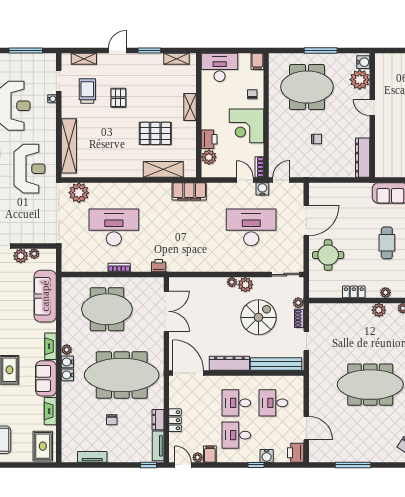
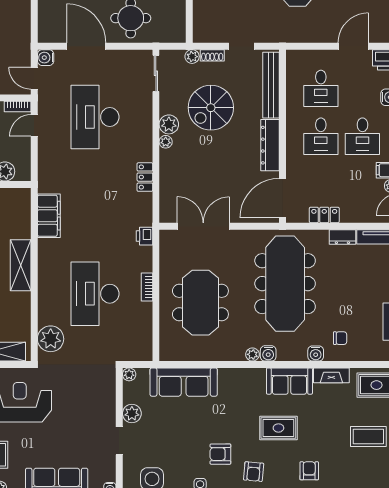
shelving: (163, 169) -> (21, 265), moved
water cooler: (262, 189) -> (46, 58), moved
filing cabinet: (189, 191) -> (49, 216), moved
plant: (34, 254) -> (129, 374), moved
locker: (205, 266) -> (145, 177), added
spiral stairs: (258, 317) -> (211, 108), turned -90
fireplace: (51, 346) -> (248, 375), removed
water cooler: (67, 375) -> (316, 353), moved
chair: (112, 420) -> (340, 338), moved
locker: (175, 420) -> (324, 215), moved

